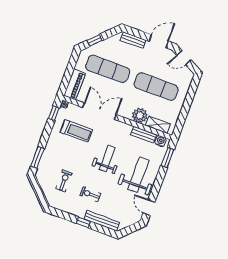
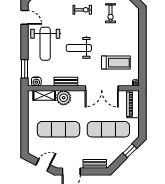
window: (54, 113) -> (142, 71), removed
treadmill: (76, 131) -> (116, 63), turned 180
bench: (144, 135) -> (66, 82), moved
window: (37, 158) -> (142, 25), removed
weight bench: (107, 158) -> (79, 48), turned 90

